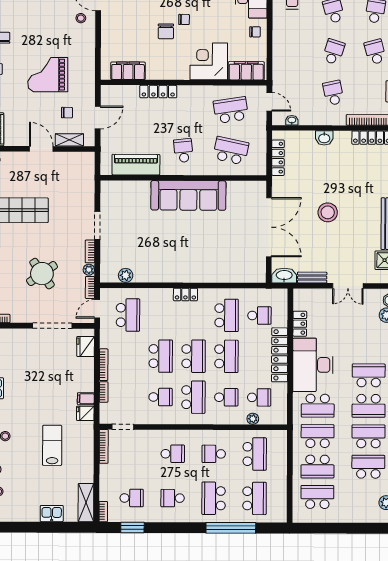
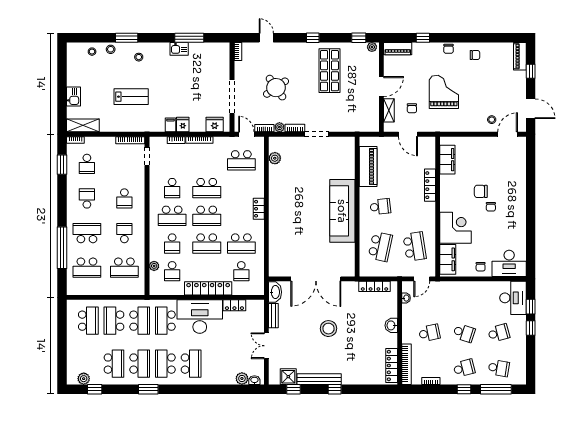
fridge: (85, 413) -> (183, 125), moved

